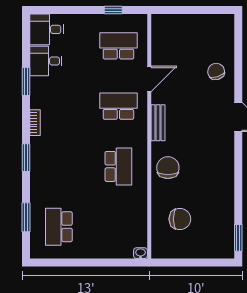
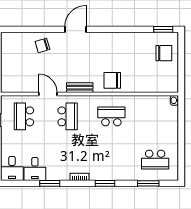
school desk: (118, 106) -> (68, 116), turned 180
chair: (180, 219) -> (164, 53), moved, turned 90

